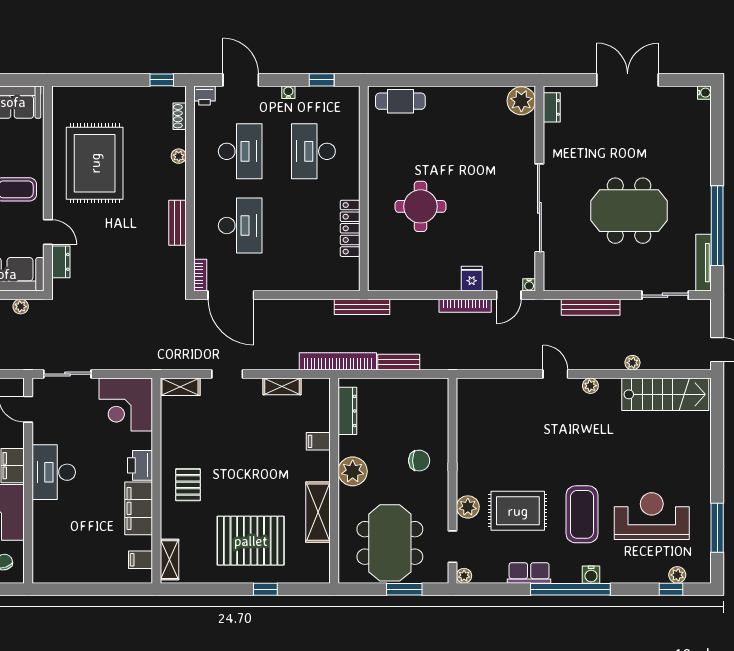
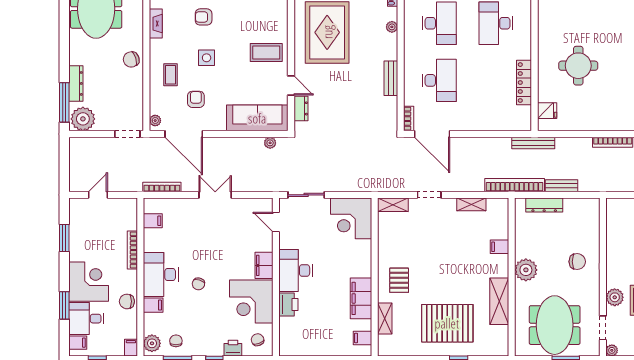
fridge: (472, 279) -> (547, 111), moved, turned 90
dresser: (347, 411) -> (544, 205), moved, turned 90
printer: (140, 465) -> (288, 304), moved, turned 180
shelving: (170, 560) -> (385, 319), moved

